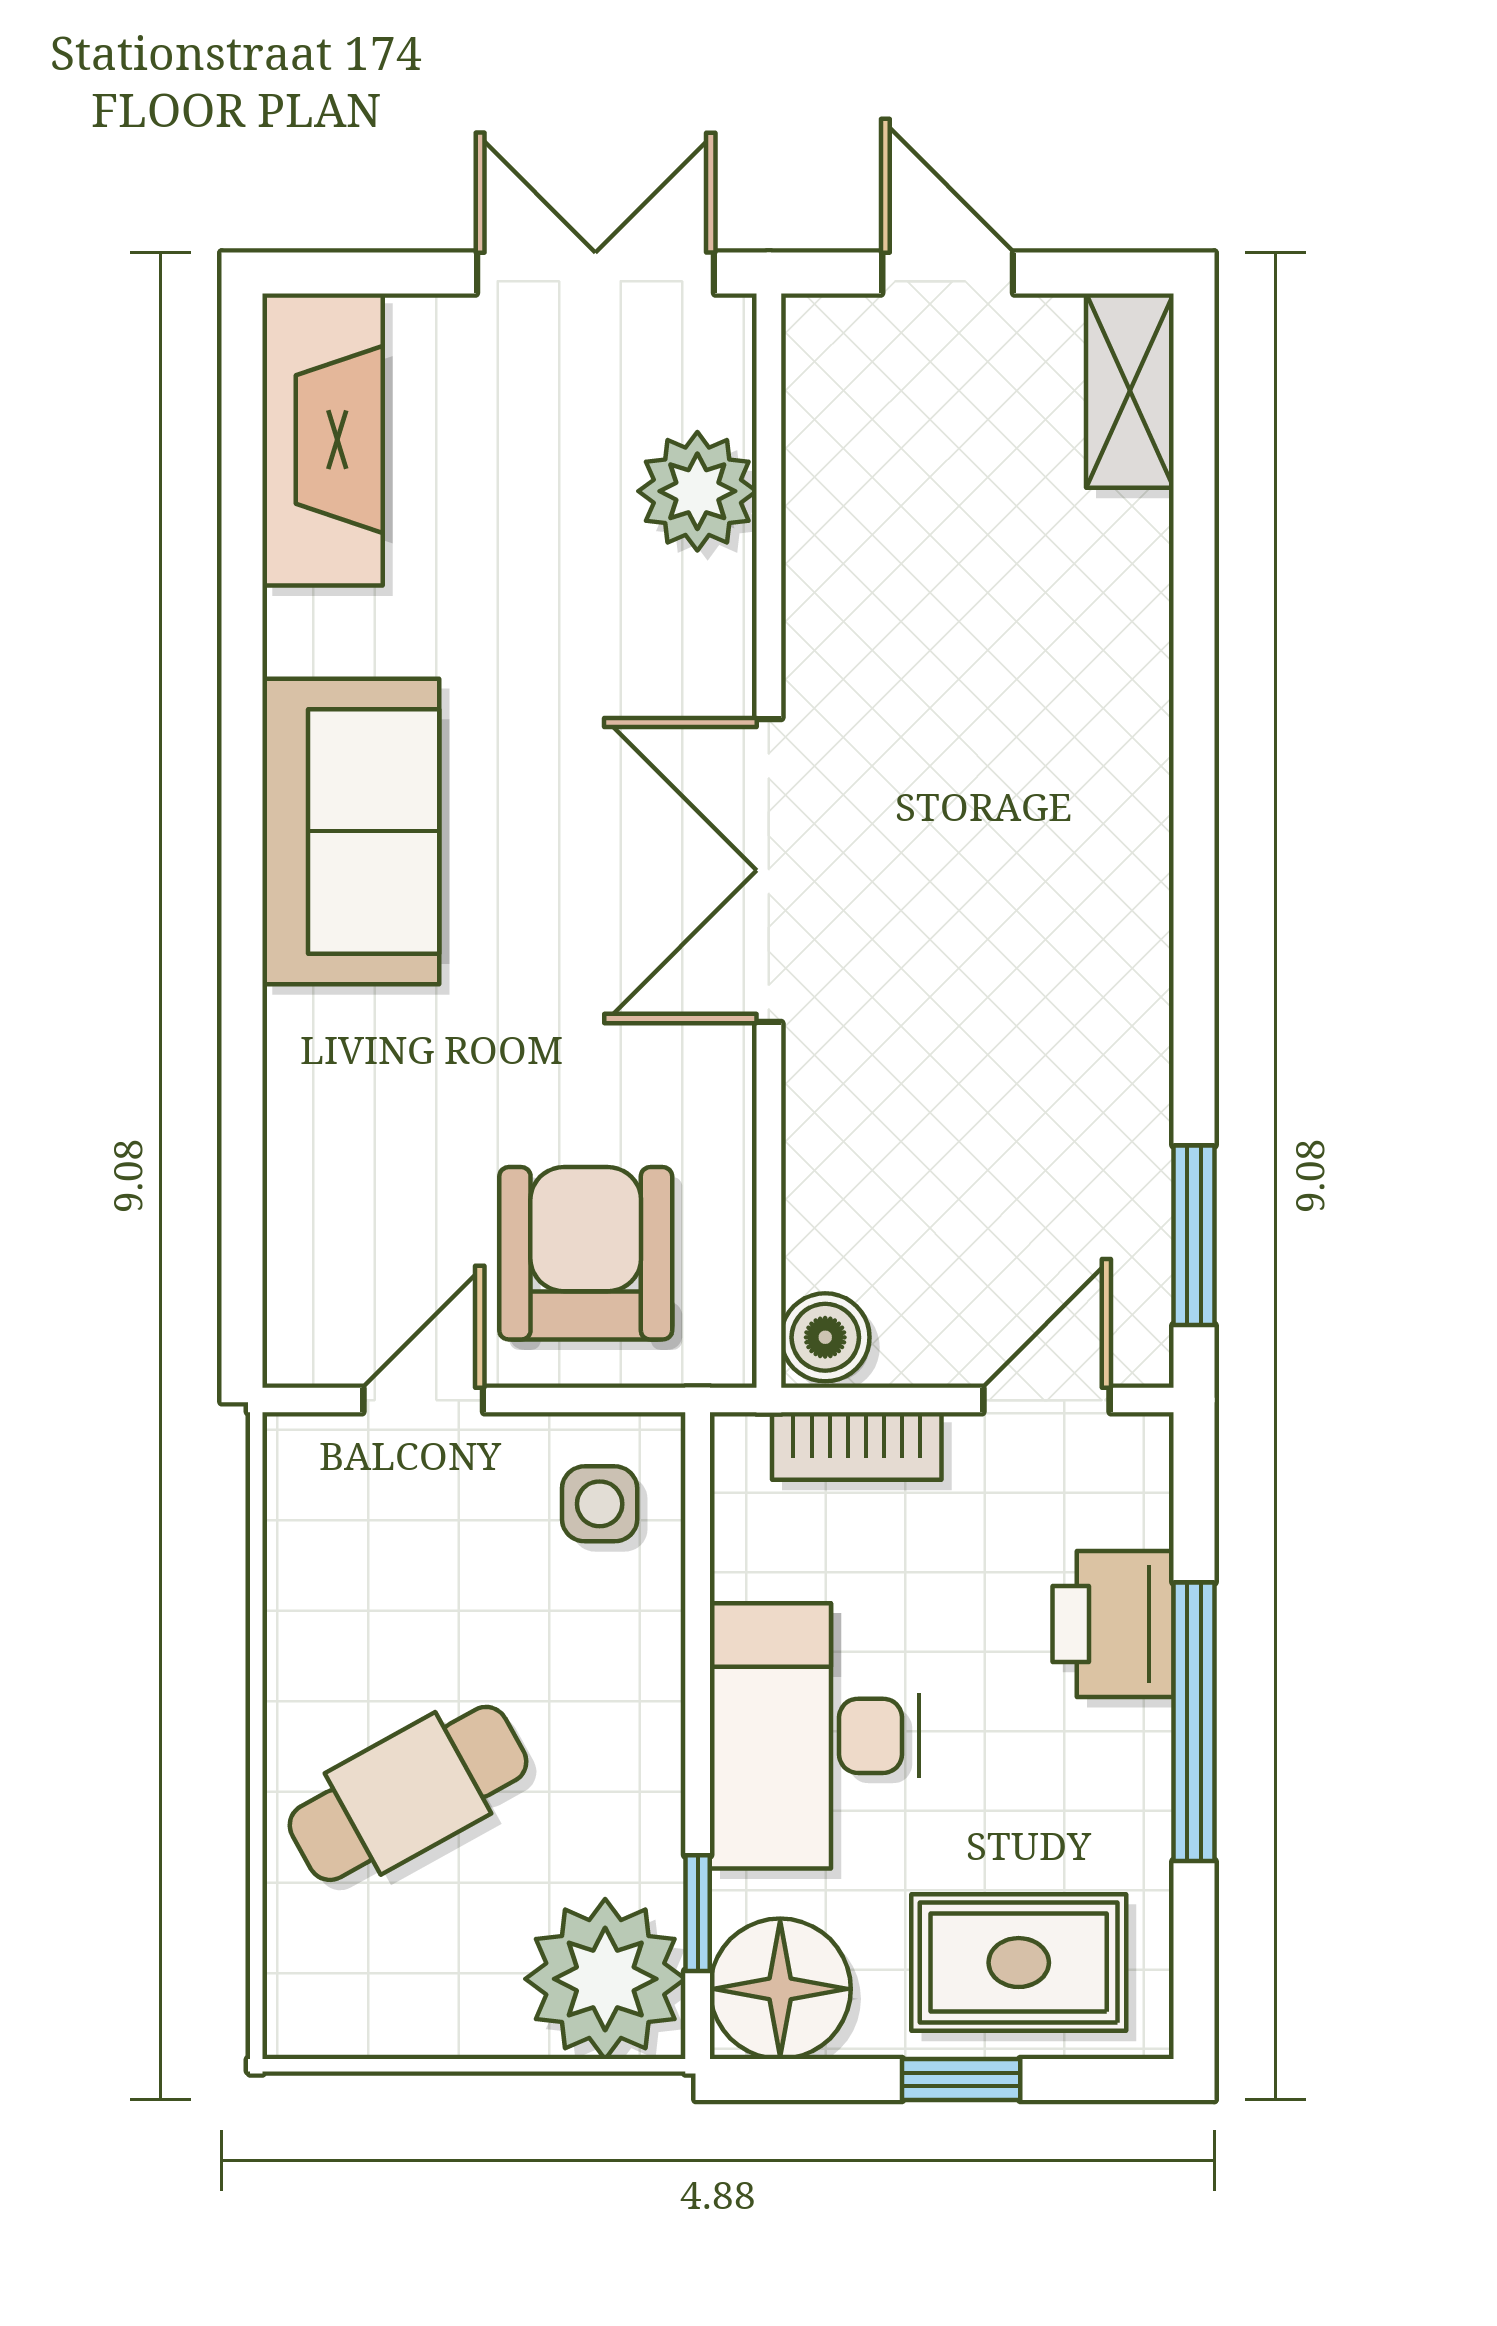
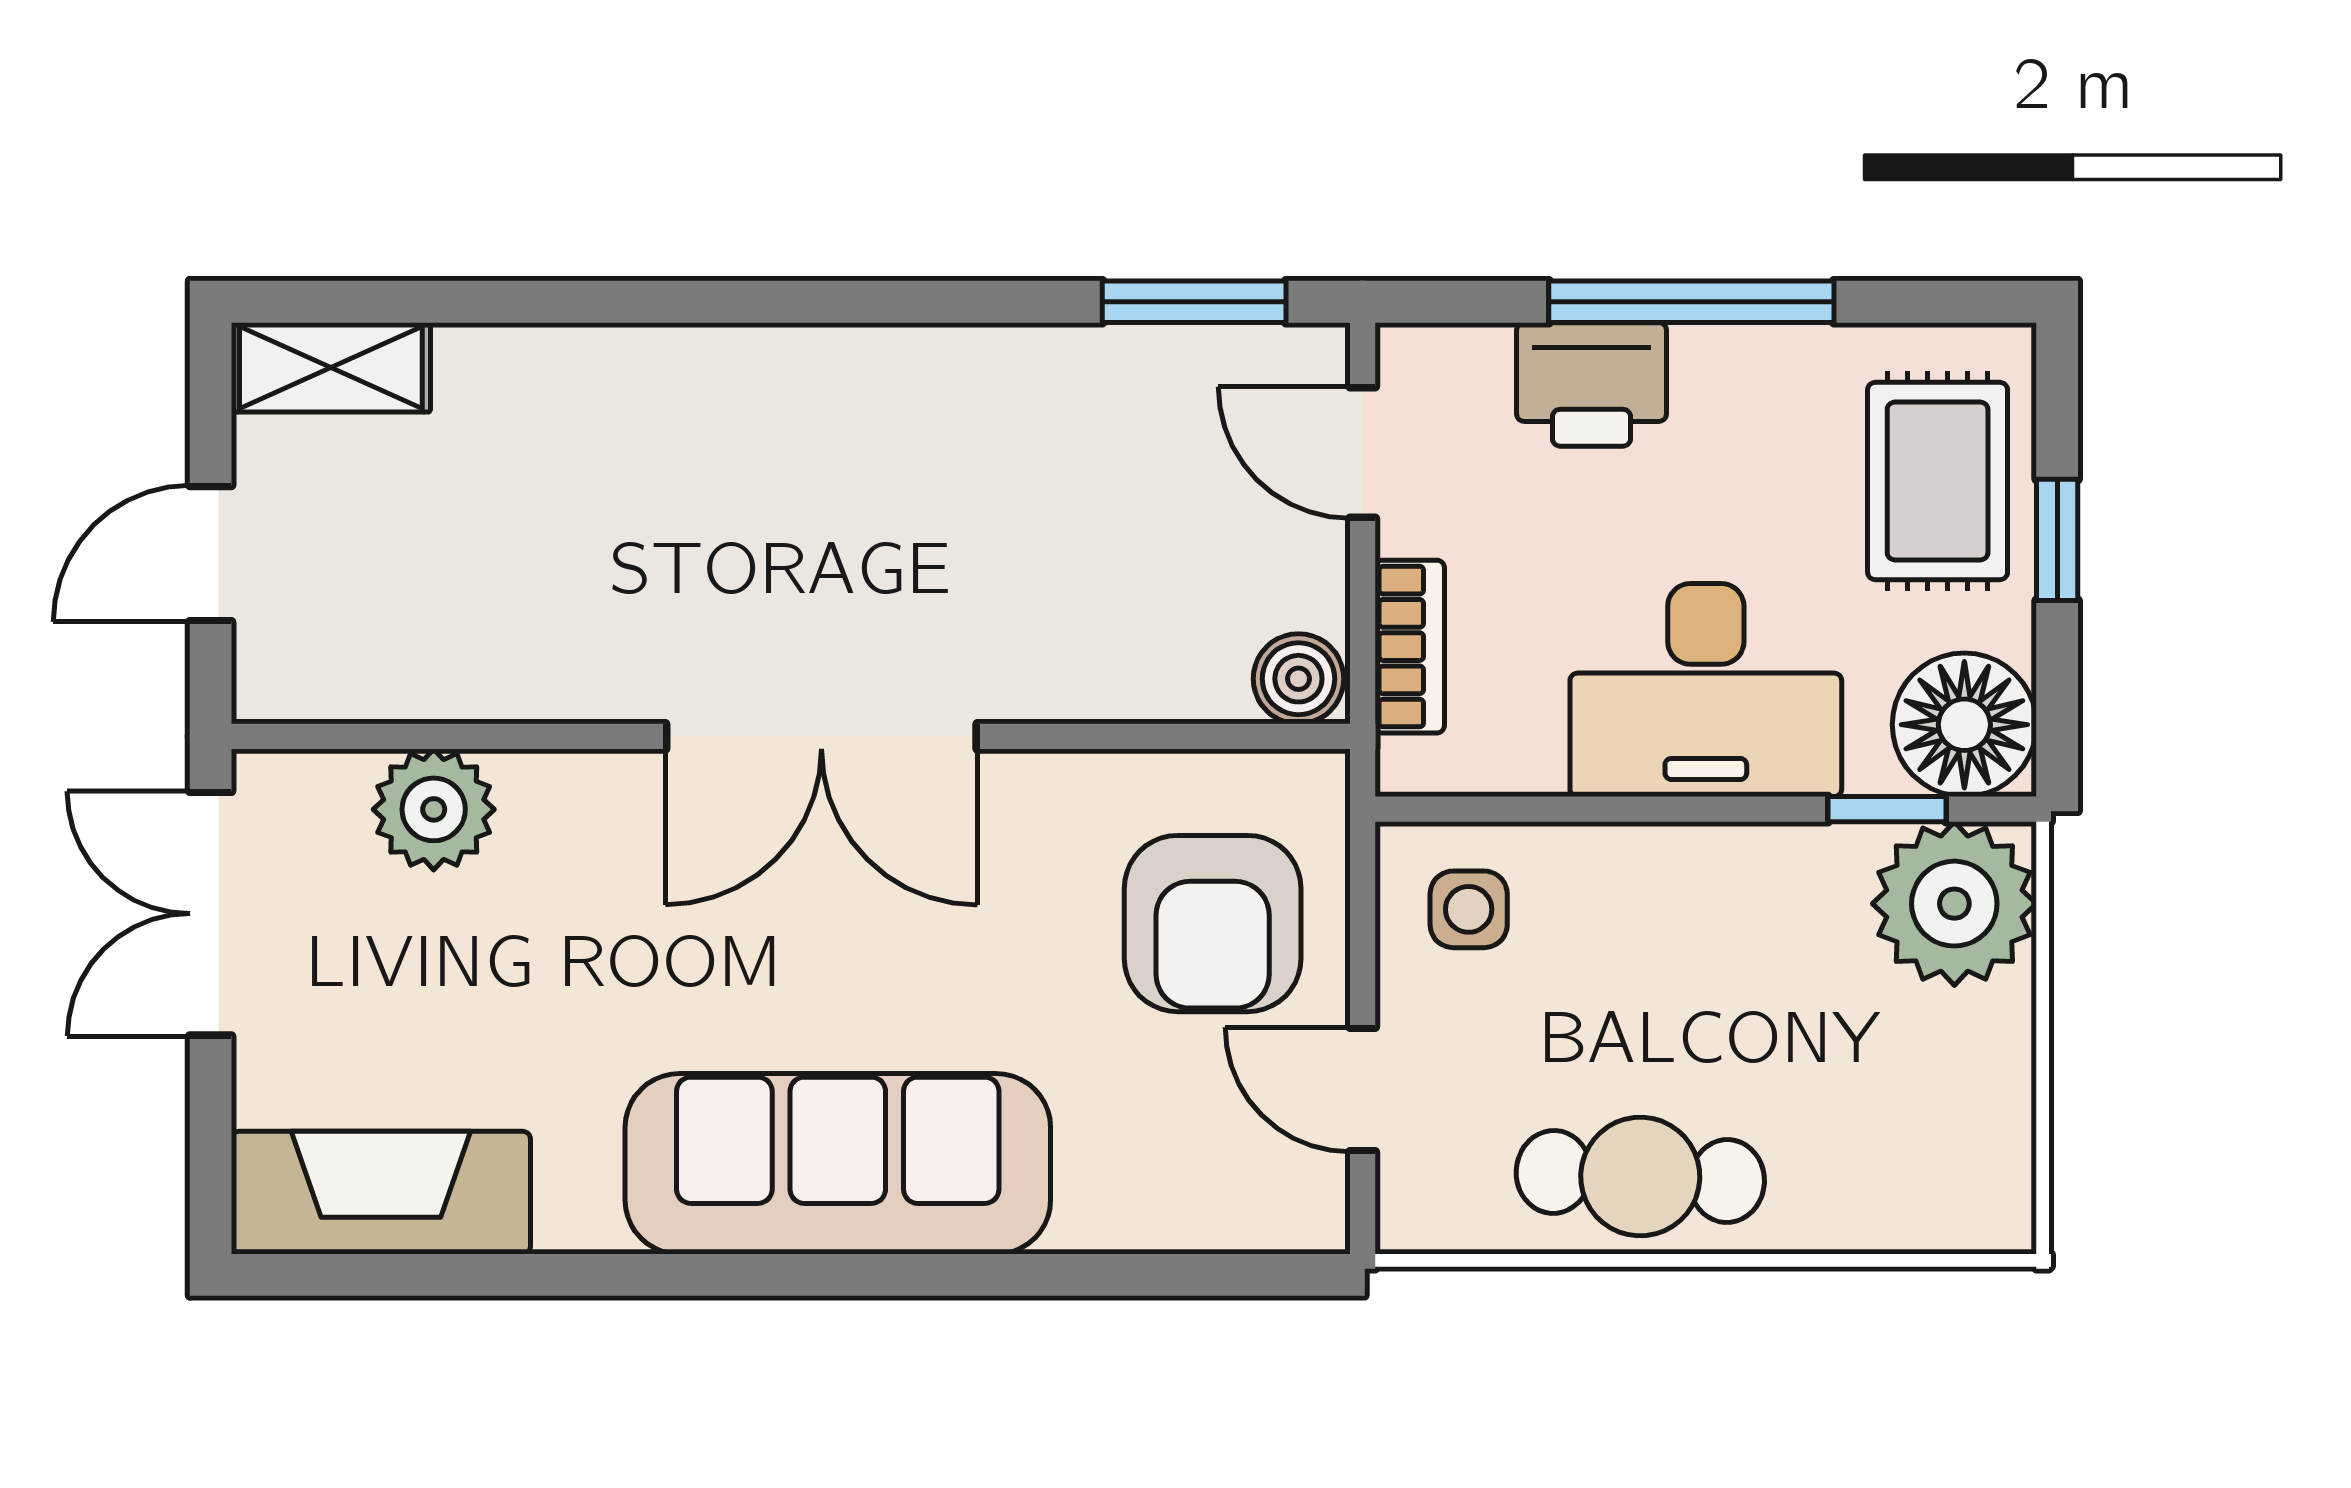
sofa: (351, 831) -> (838, 1164), width x1.36
armchair: (586, 1253) -> (1213, 924), turned -90
cafe table: (408, 1793) -> (1640, 1177), moved, turned -58

